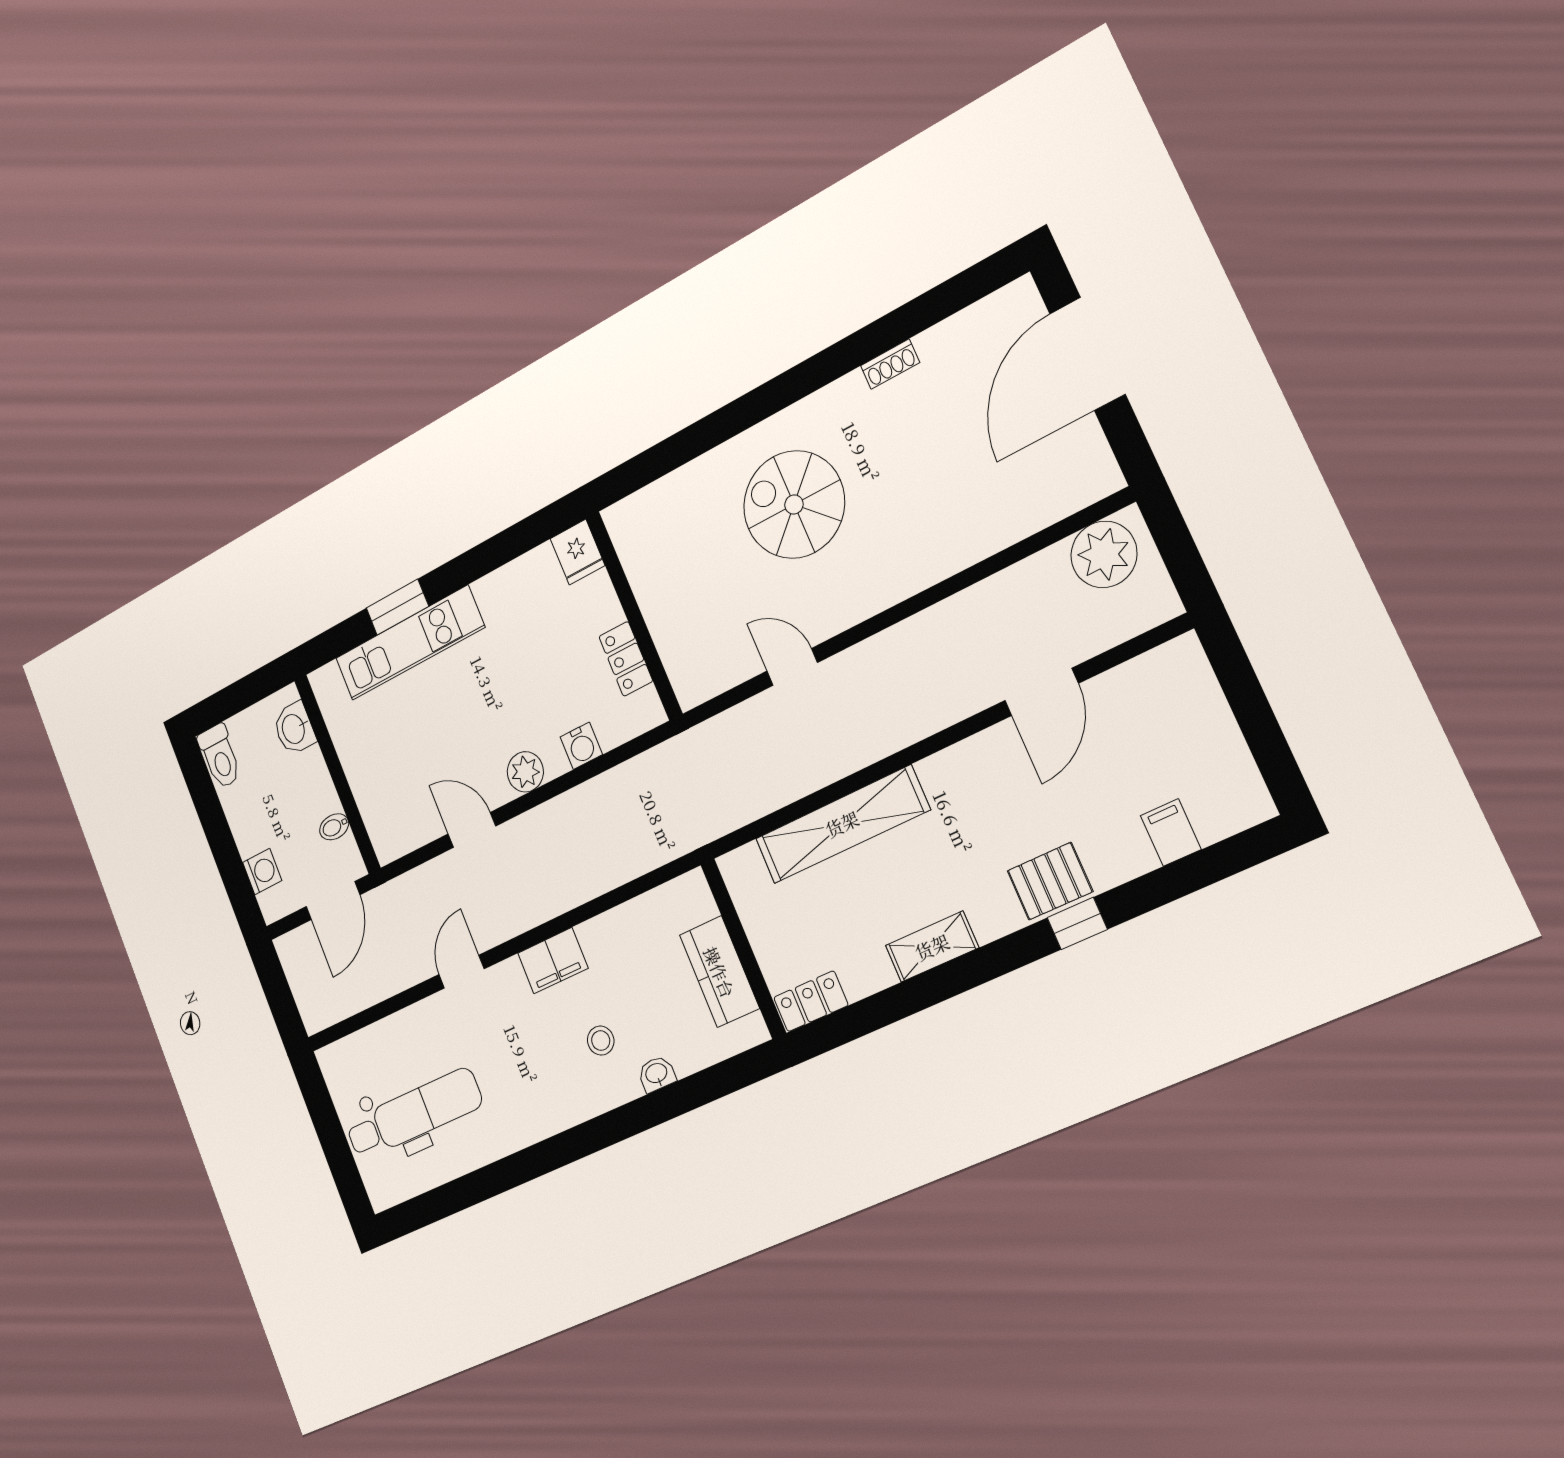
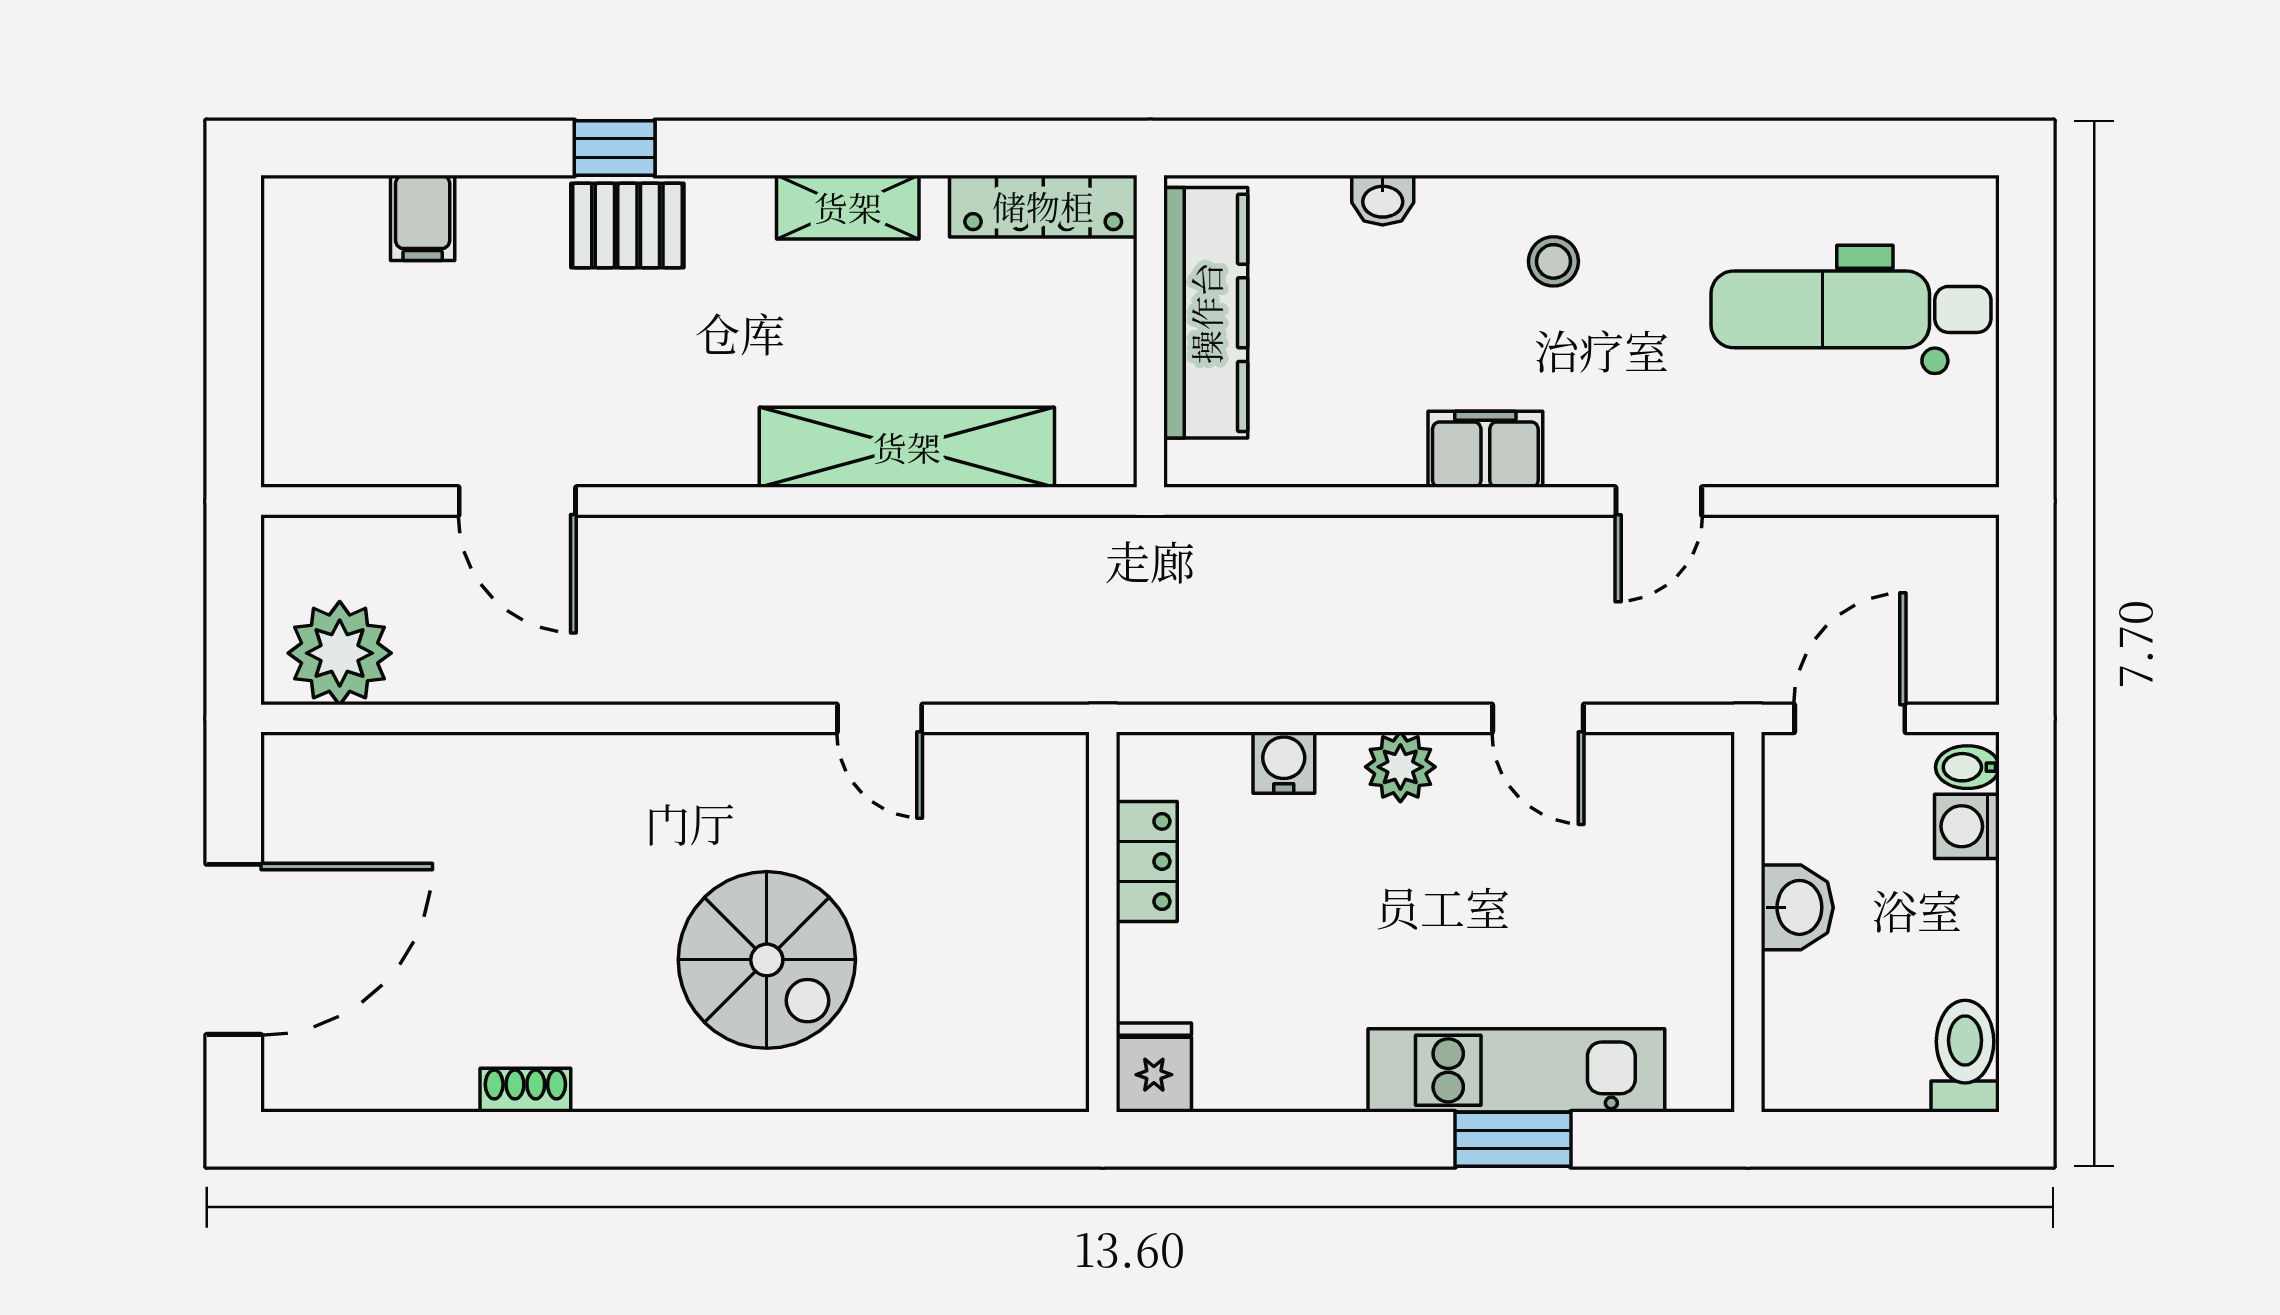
door: (1042, 692) -> (517, 501), swing flipped
washbasin: (294, 728) -> (1797, 907), moved
bidet: (334, 827) -> (1967, 767), moved, turned 180
kitchen counter: (719, 972) -> (1206, 313), width x1.50
locker: (811, 1001) -> (1043, 206), width x1.53
stool: (601, 1041) -> (1553, 261), moved

